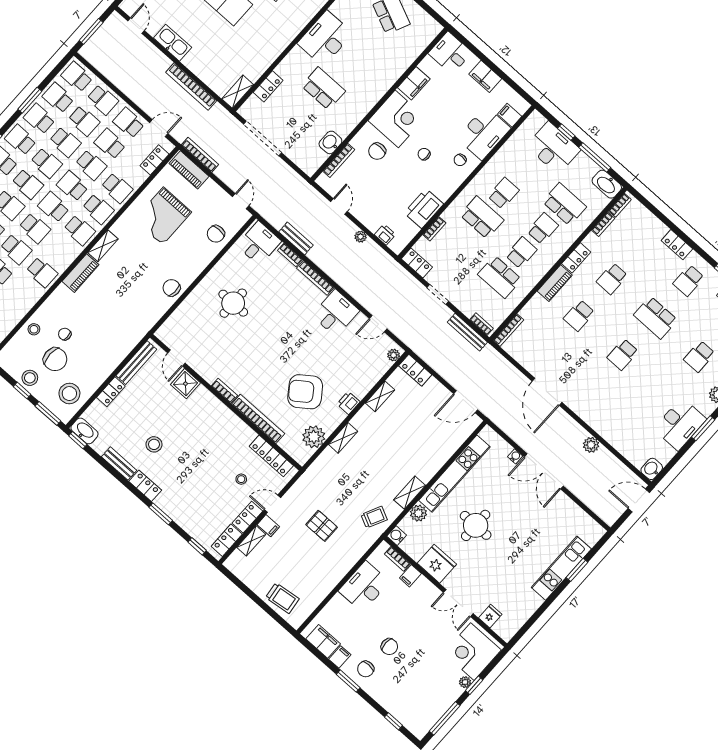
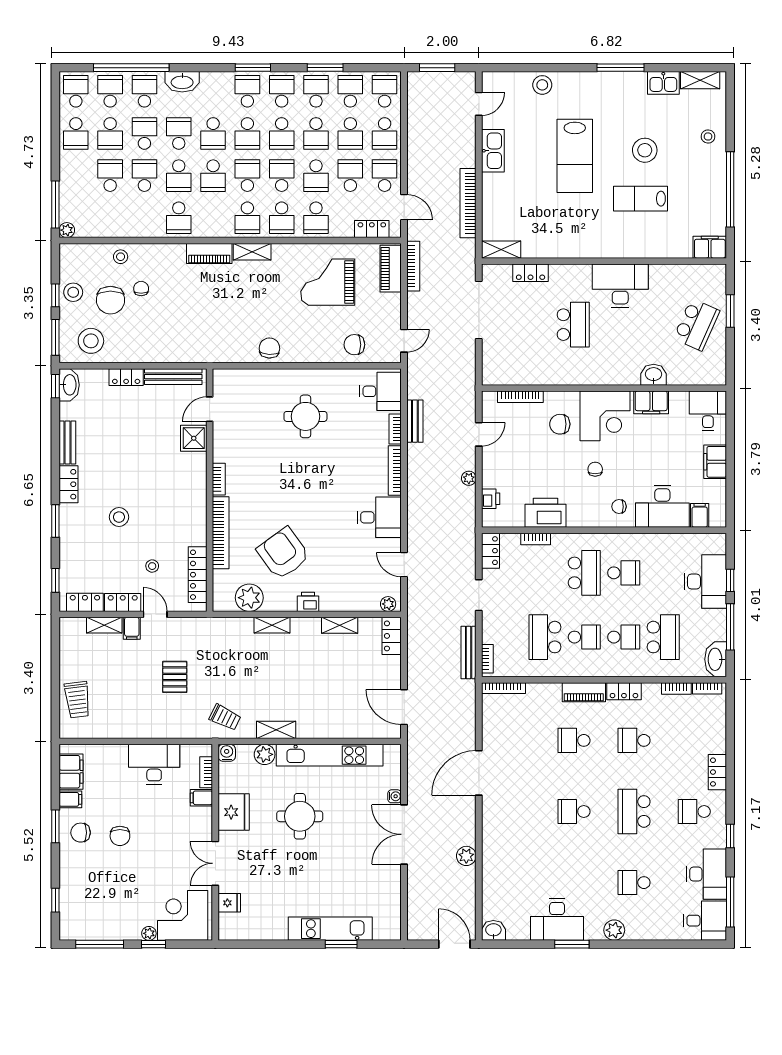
washbasin: (330, 142) -> (654, 375), moved
stool: (154, 444) -> (119, 517), moved

